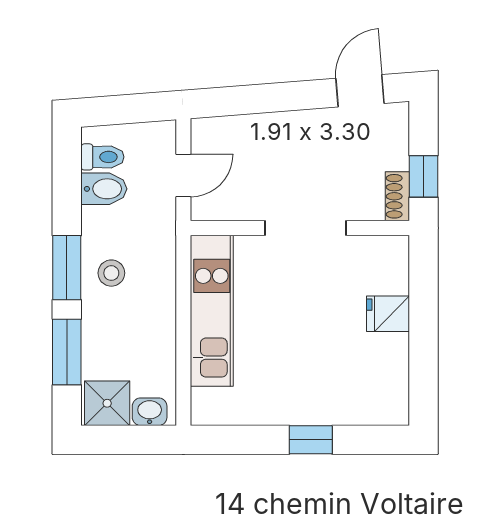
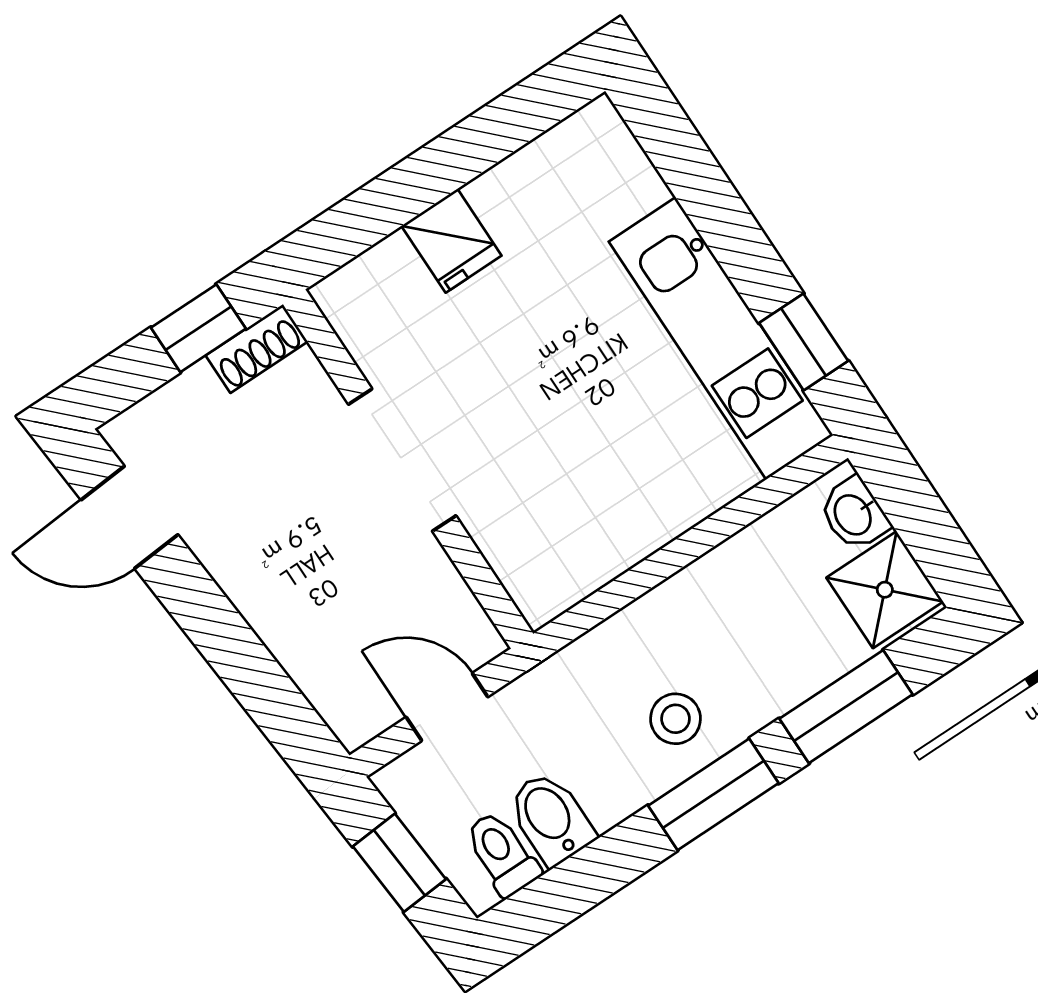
window: (128, 109) -> (399, 863), added
kitchen unit: (212, 311) -> (721, 338), moved, turned -90
window: (311, 440) -> (804, 342), moved

